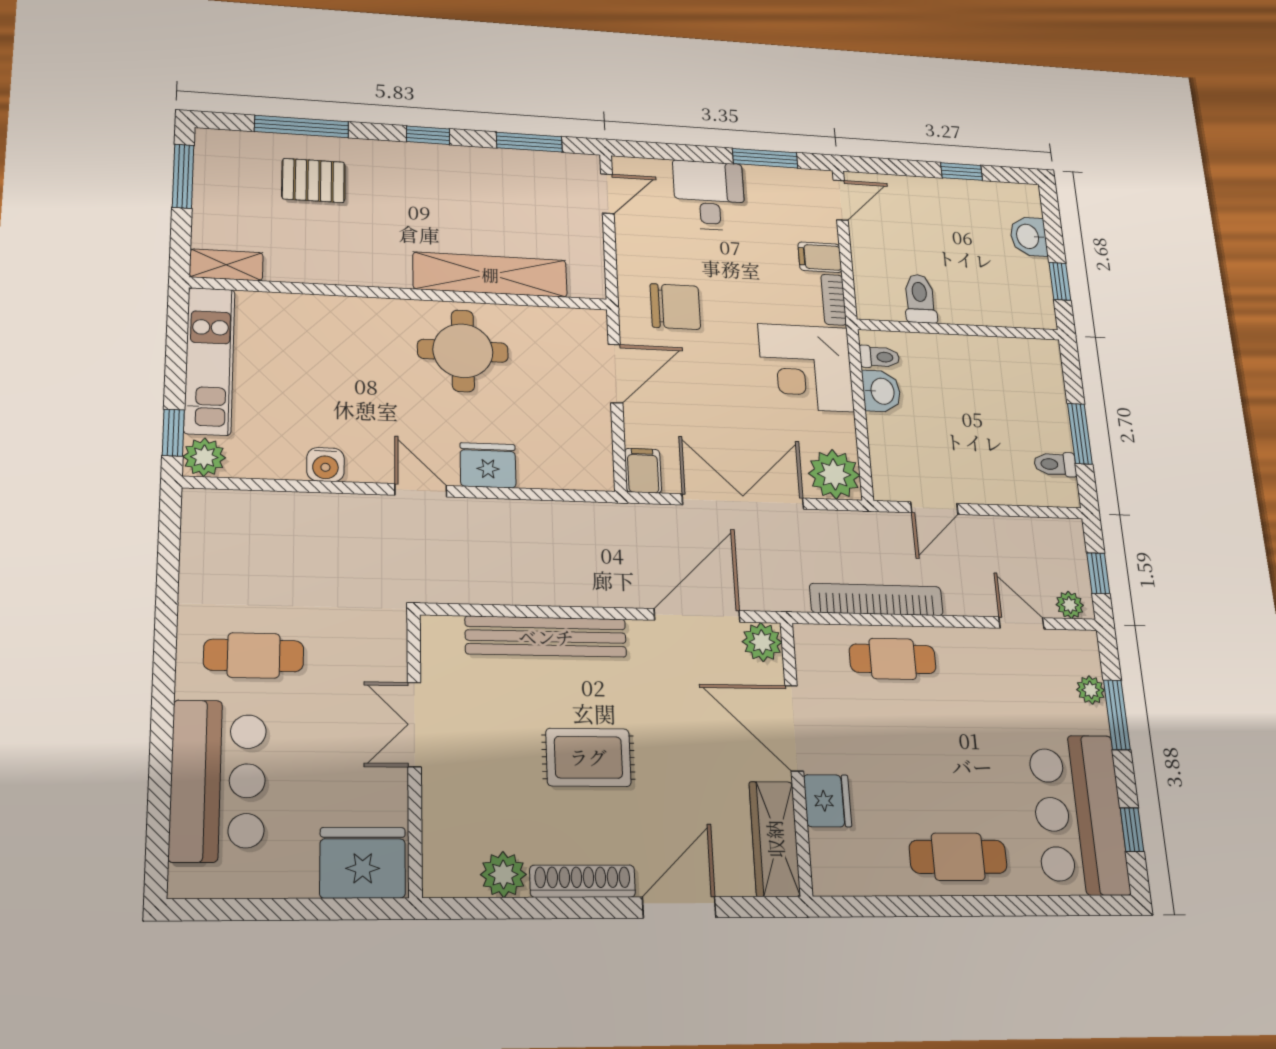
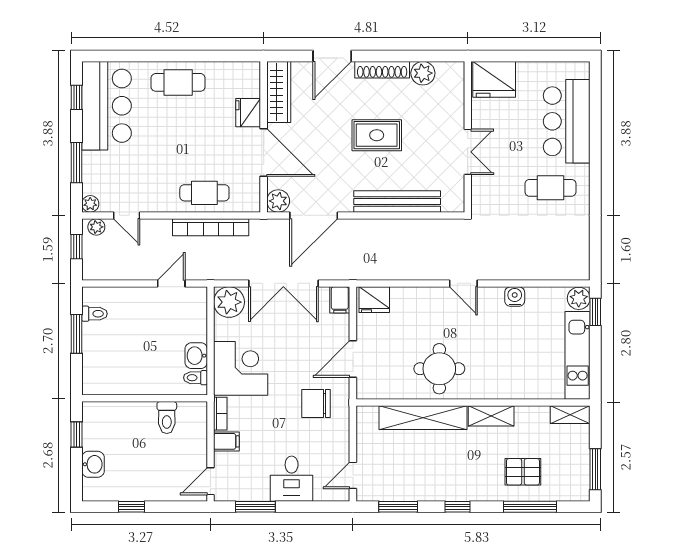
shelving: (370, 271) -> (491, 416), added
fridge: (488, 465) -> (374, 300), moved
plant: (1091, 690) -> (90, 204), moved

